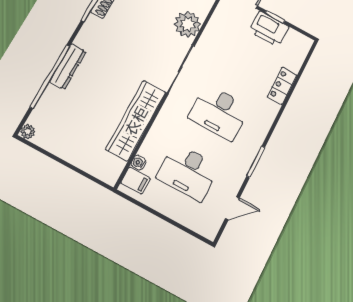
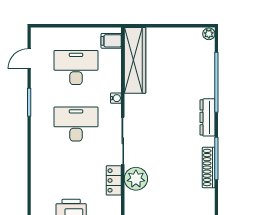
dresser: (68, 67) -> (207, 117), moved
locker: (282, 86) -> (114, 180), moved, turned 180
wardrobe: (136, 121) -> (135, 60), moved
water cooler: (139, 163) -> (116, 98), moved

